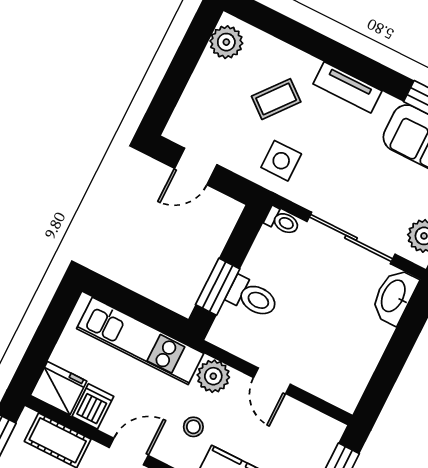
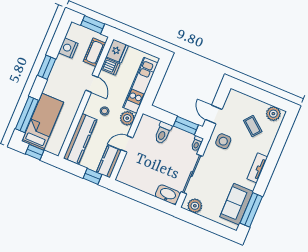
coffee table: (276, 99) -> (253, 126), moved
door: (196, 166) -> (214, 115), moved
window: (218, 287) -> (186, 125), moved
kitchen counter: (309, 425) -> (109, 161), added

